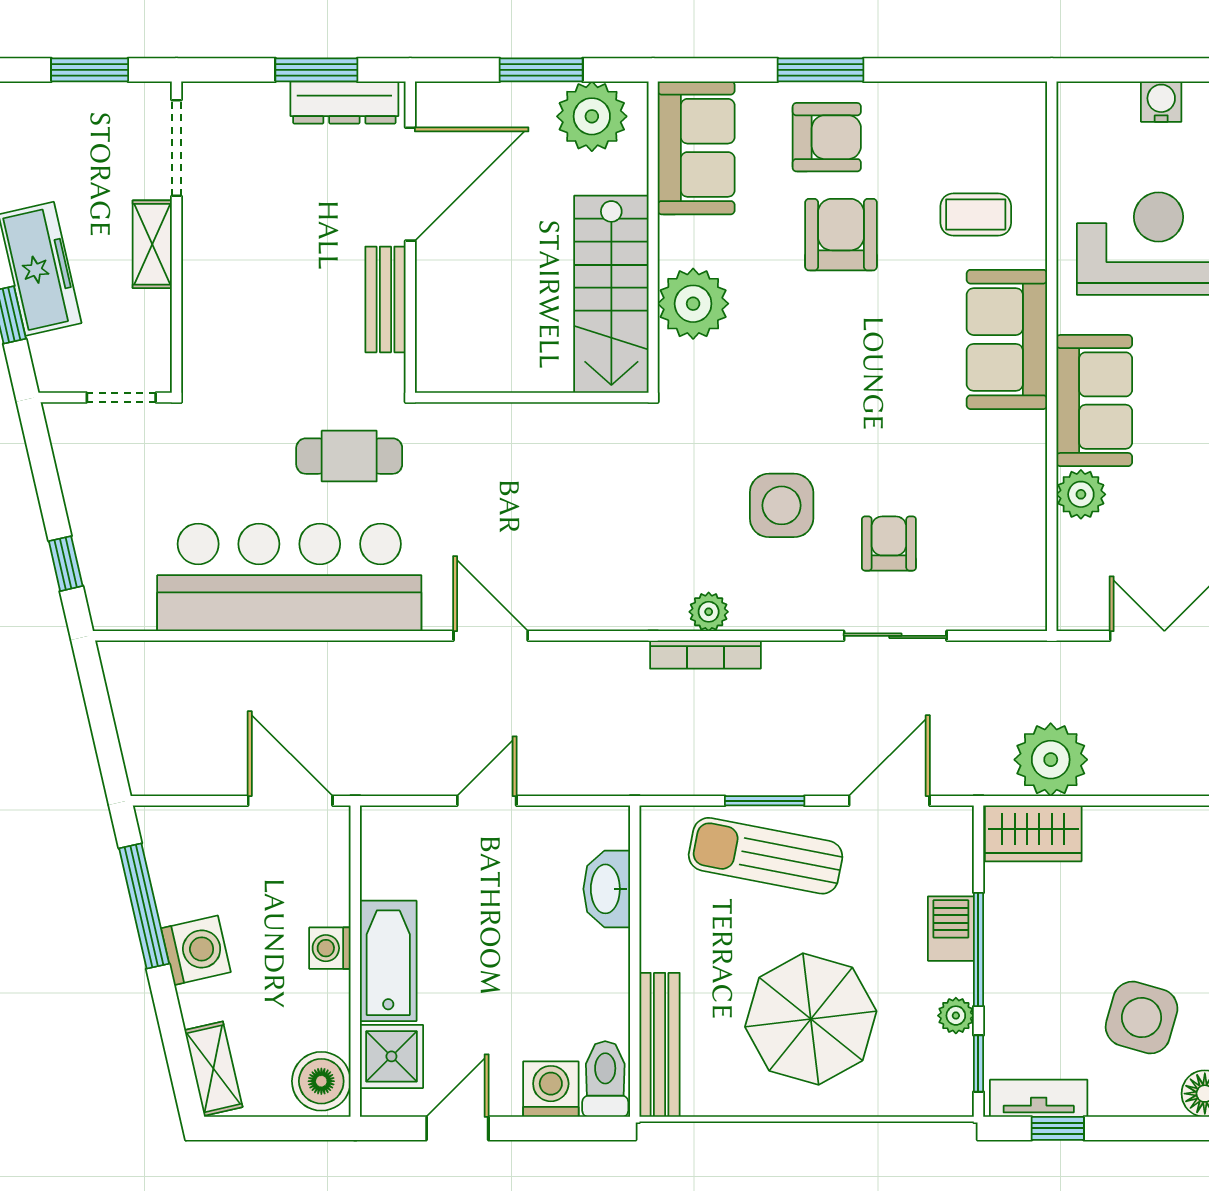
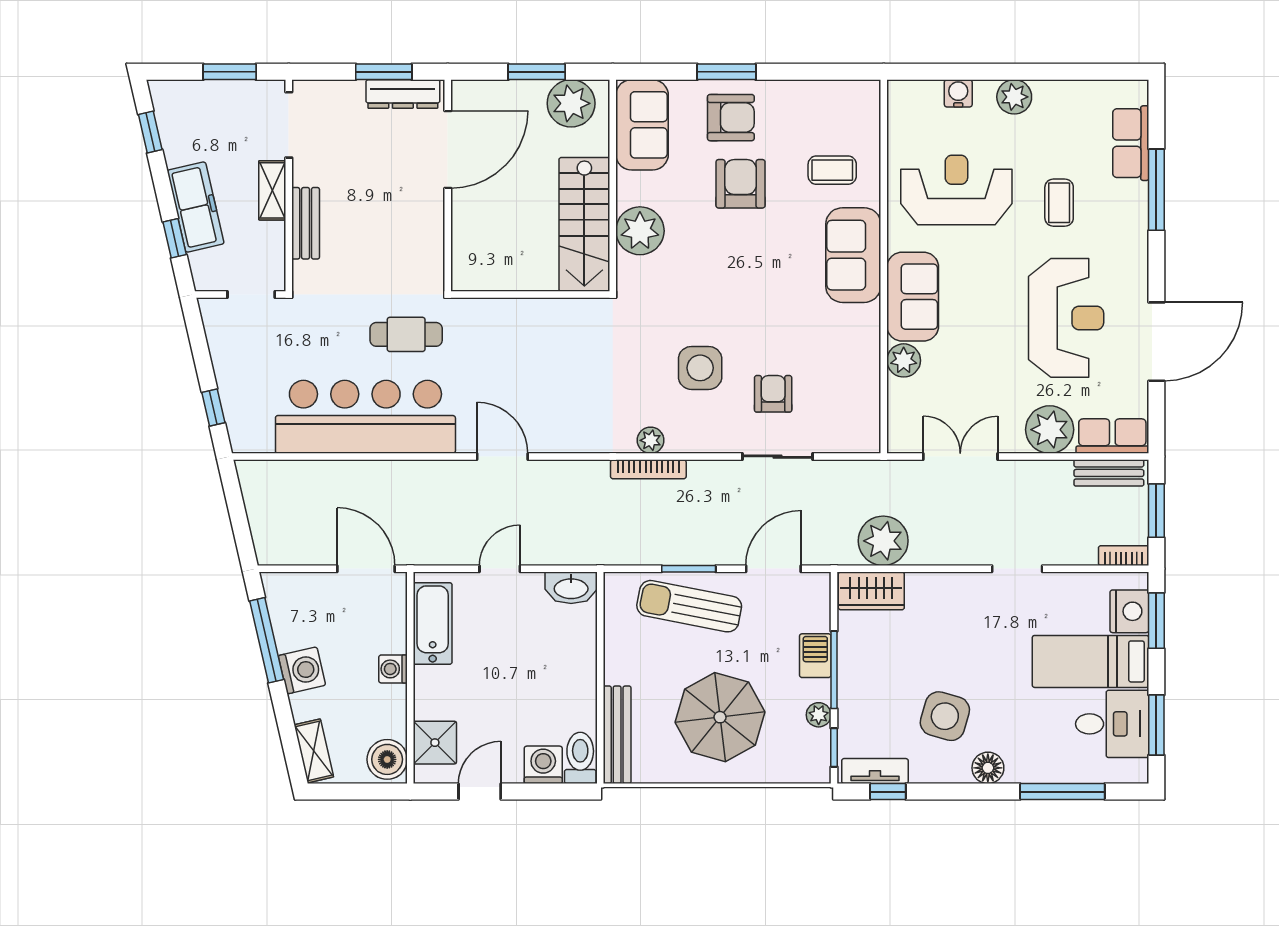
bench: (385, 299) -> (306, 223), moved
washbasin: (607, 889) -> (571, 588), moved, turned -90
bathtub: (388, 961) -> (433, 623), moved

